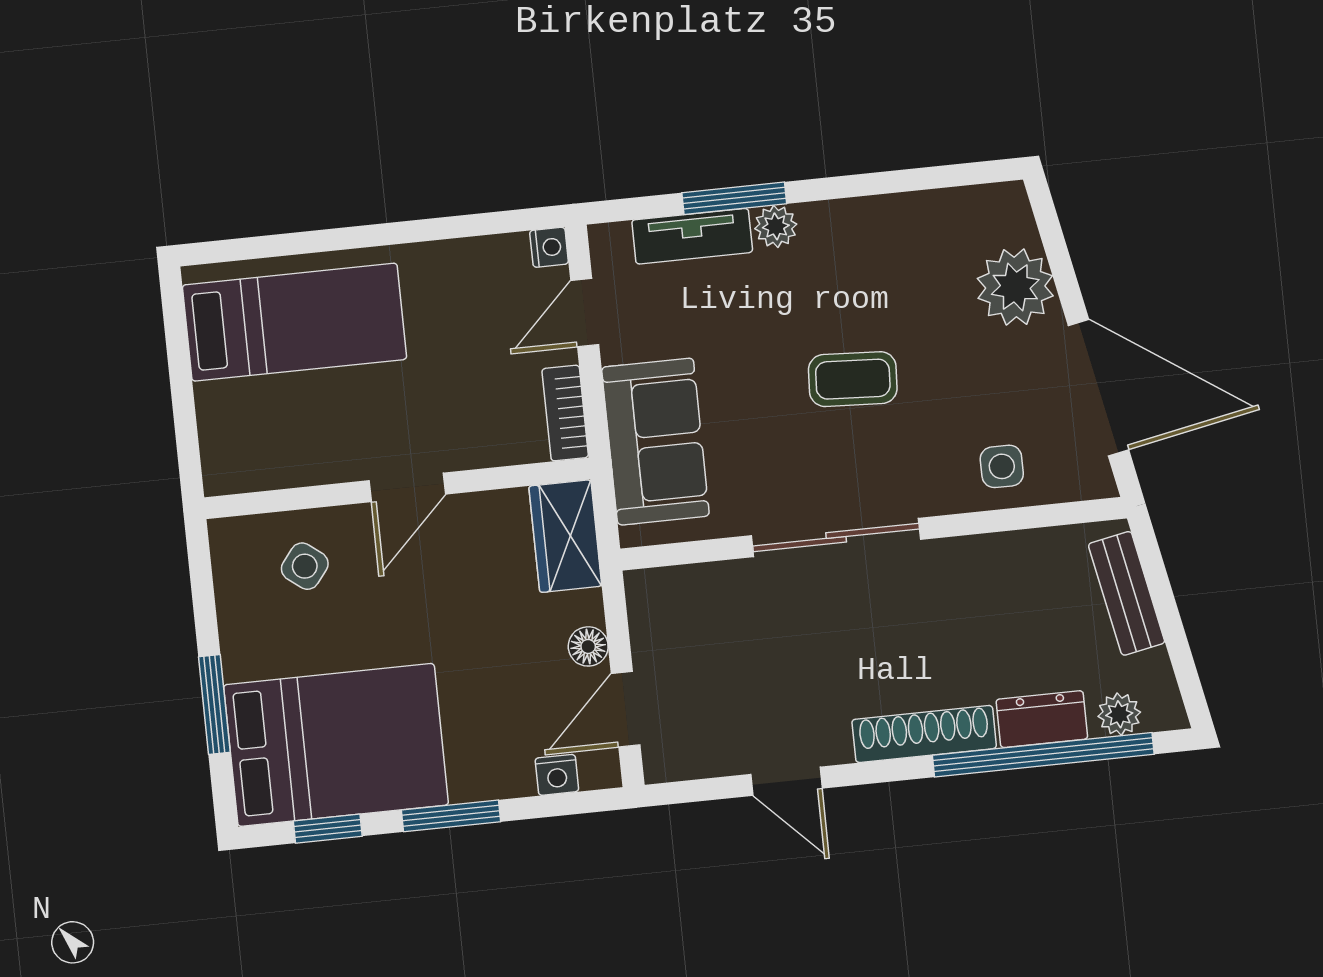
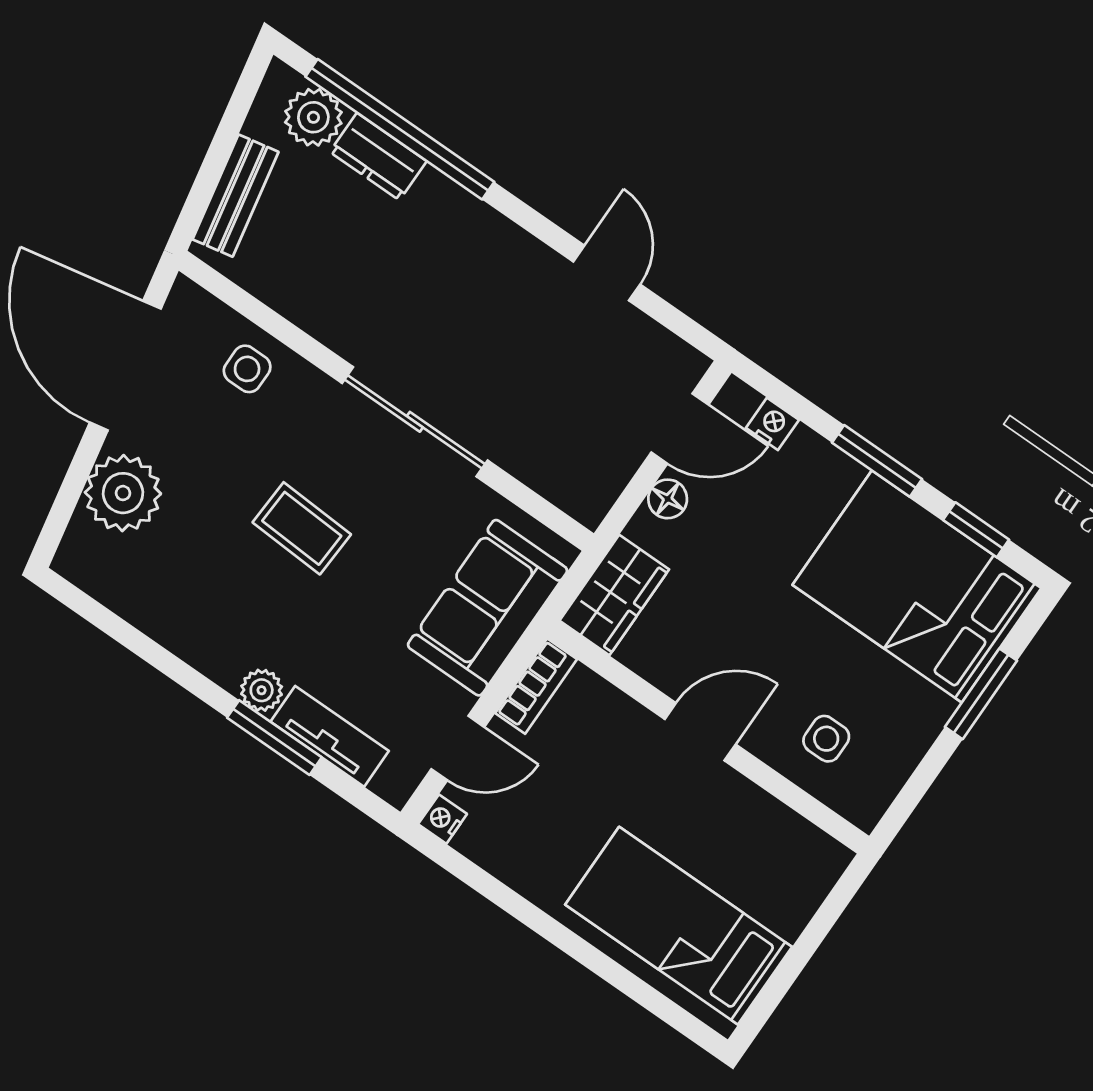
side table: (305, 566) -> (826, 739), turned -38
plant: (1119, 714) -> (313, 117), width x1.38, depth x1.38
shoe rack: (924, 734) -> (475, 220), removed

